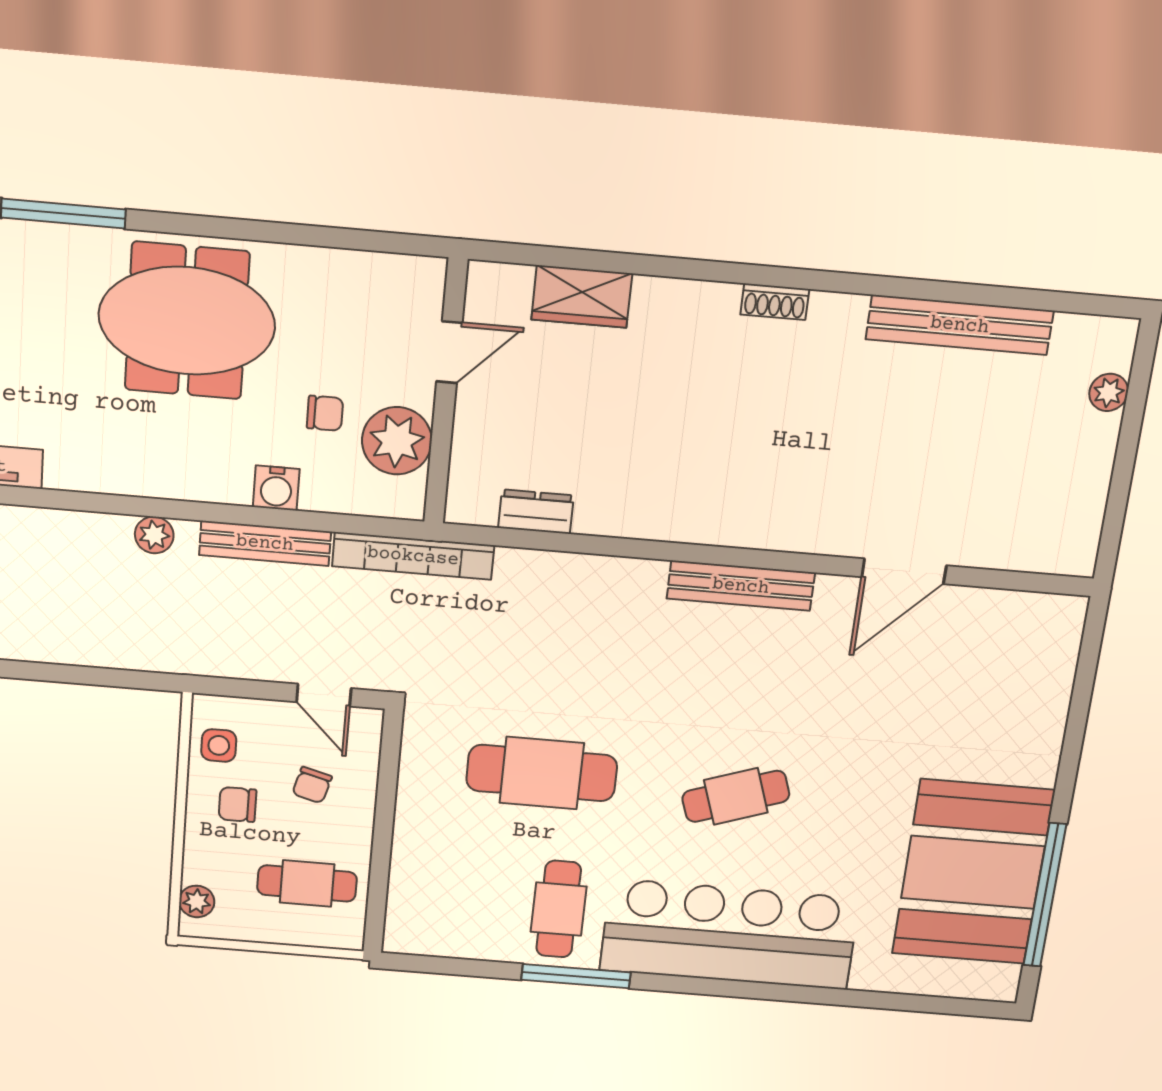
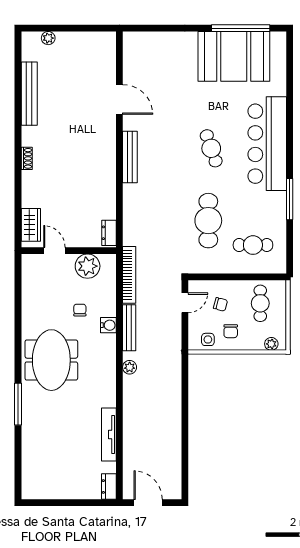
door: (449, 352) -> (54, 251), moved
wall: (446, 393) -> (69, 251), moved
plant: (397, 441) -> (88, 266), moved
cafe table: (559, 909) -> (253, 245), moved

